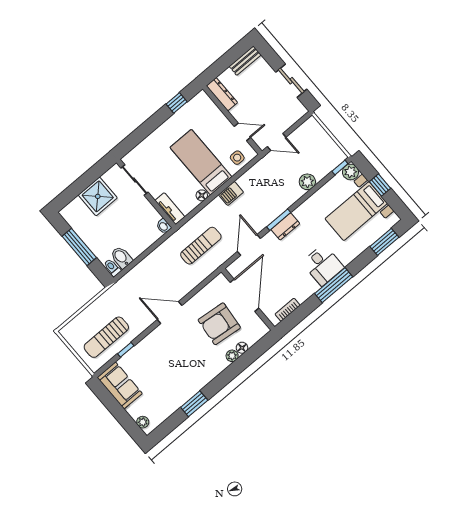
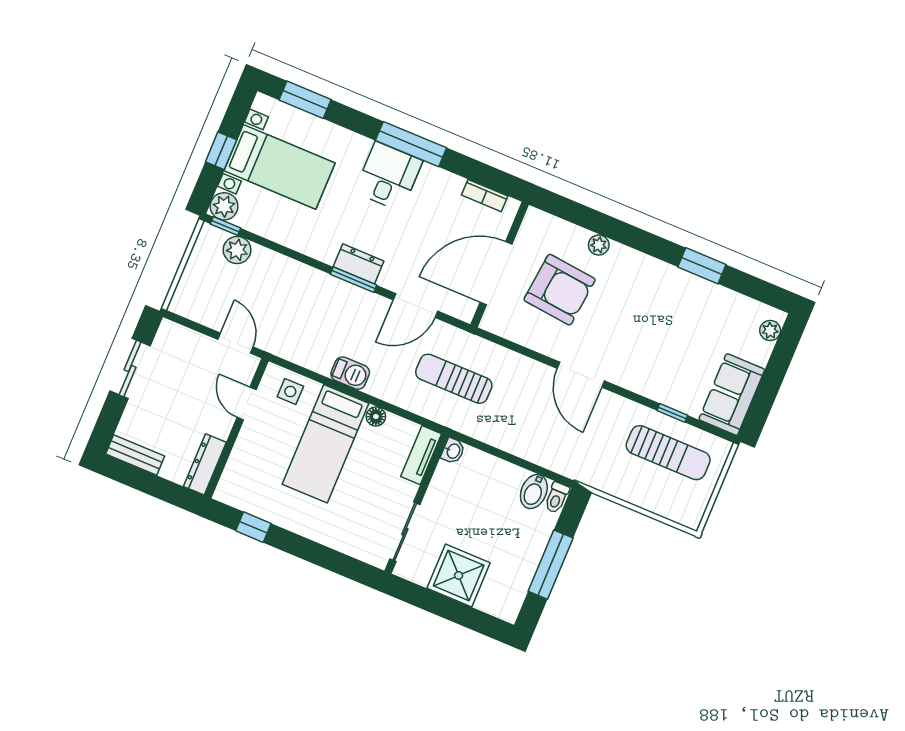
plant: (307, 182) -> (237, 250), moved
floor lamp: (242, 348) -> (579, 236), removed

